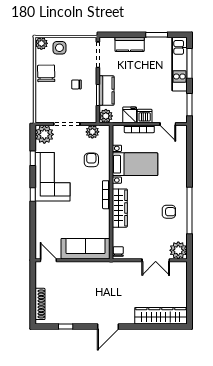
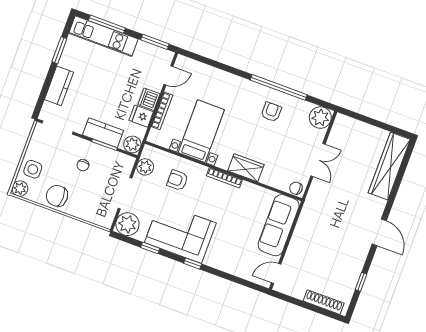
wardrobe: (120, 208) -> (246, 168), width x0.67
double door: (156, 260) -> (318, 160), moved

